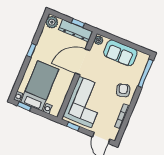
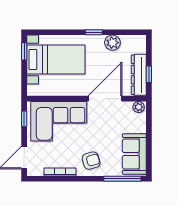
plant: (52, 22) -> (112, 43), moved
sofa: (120, 53) -> (134, 154), moved
door: (83, 62) -> (105, 99), hinge flipped

